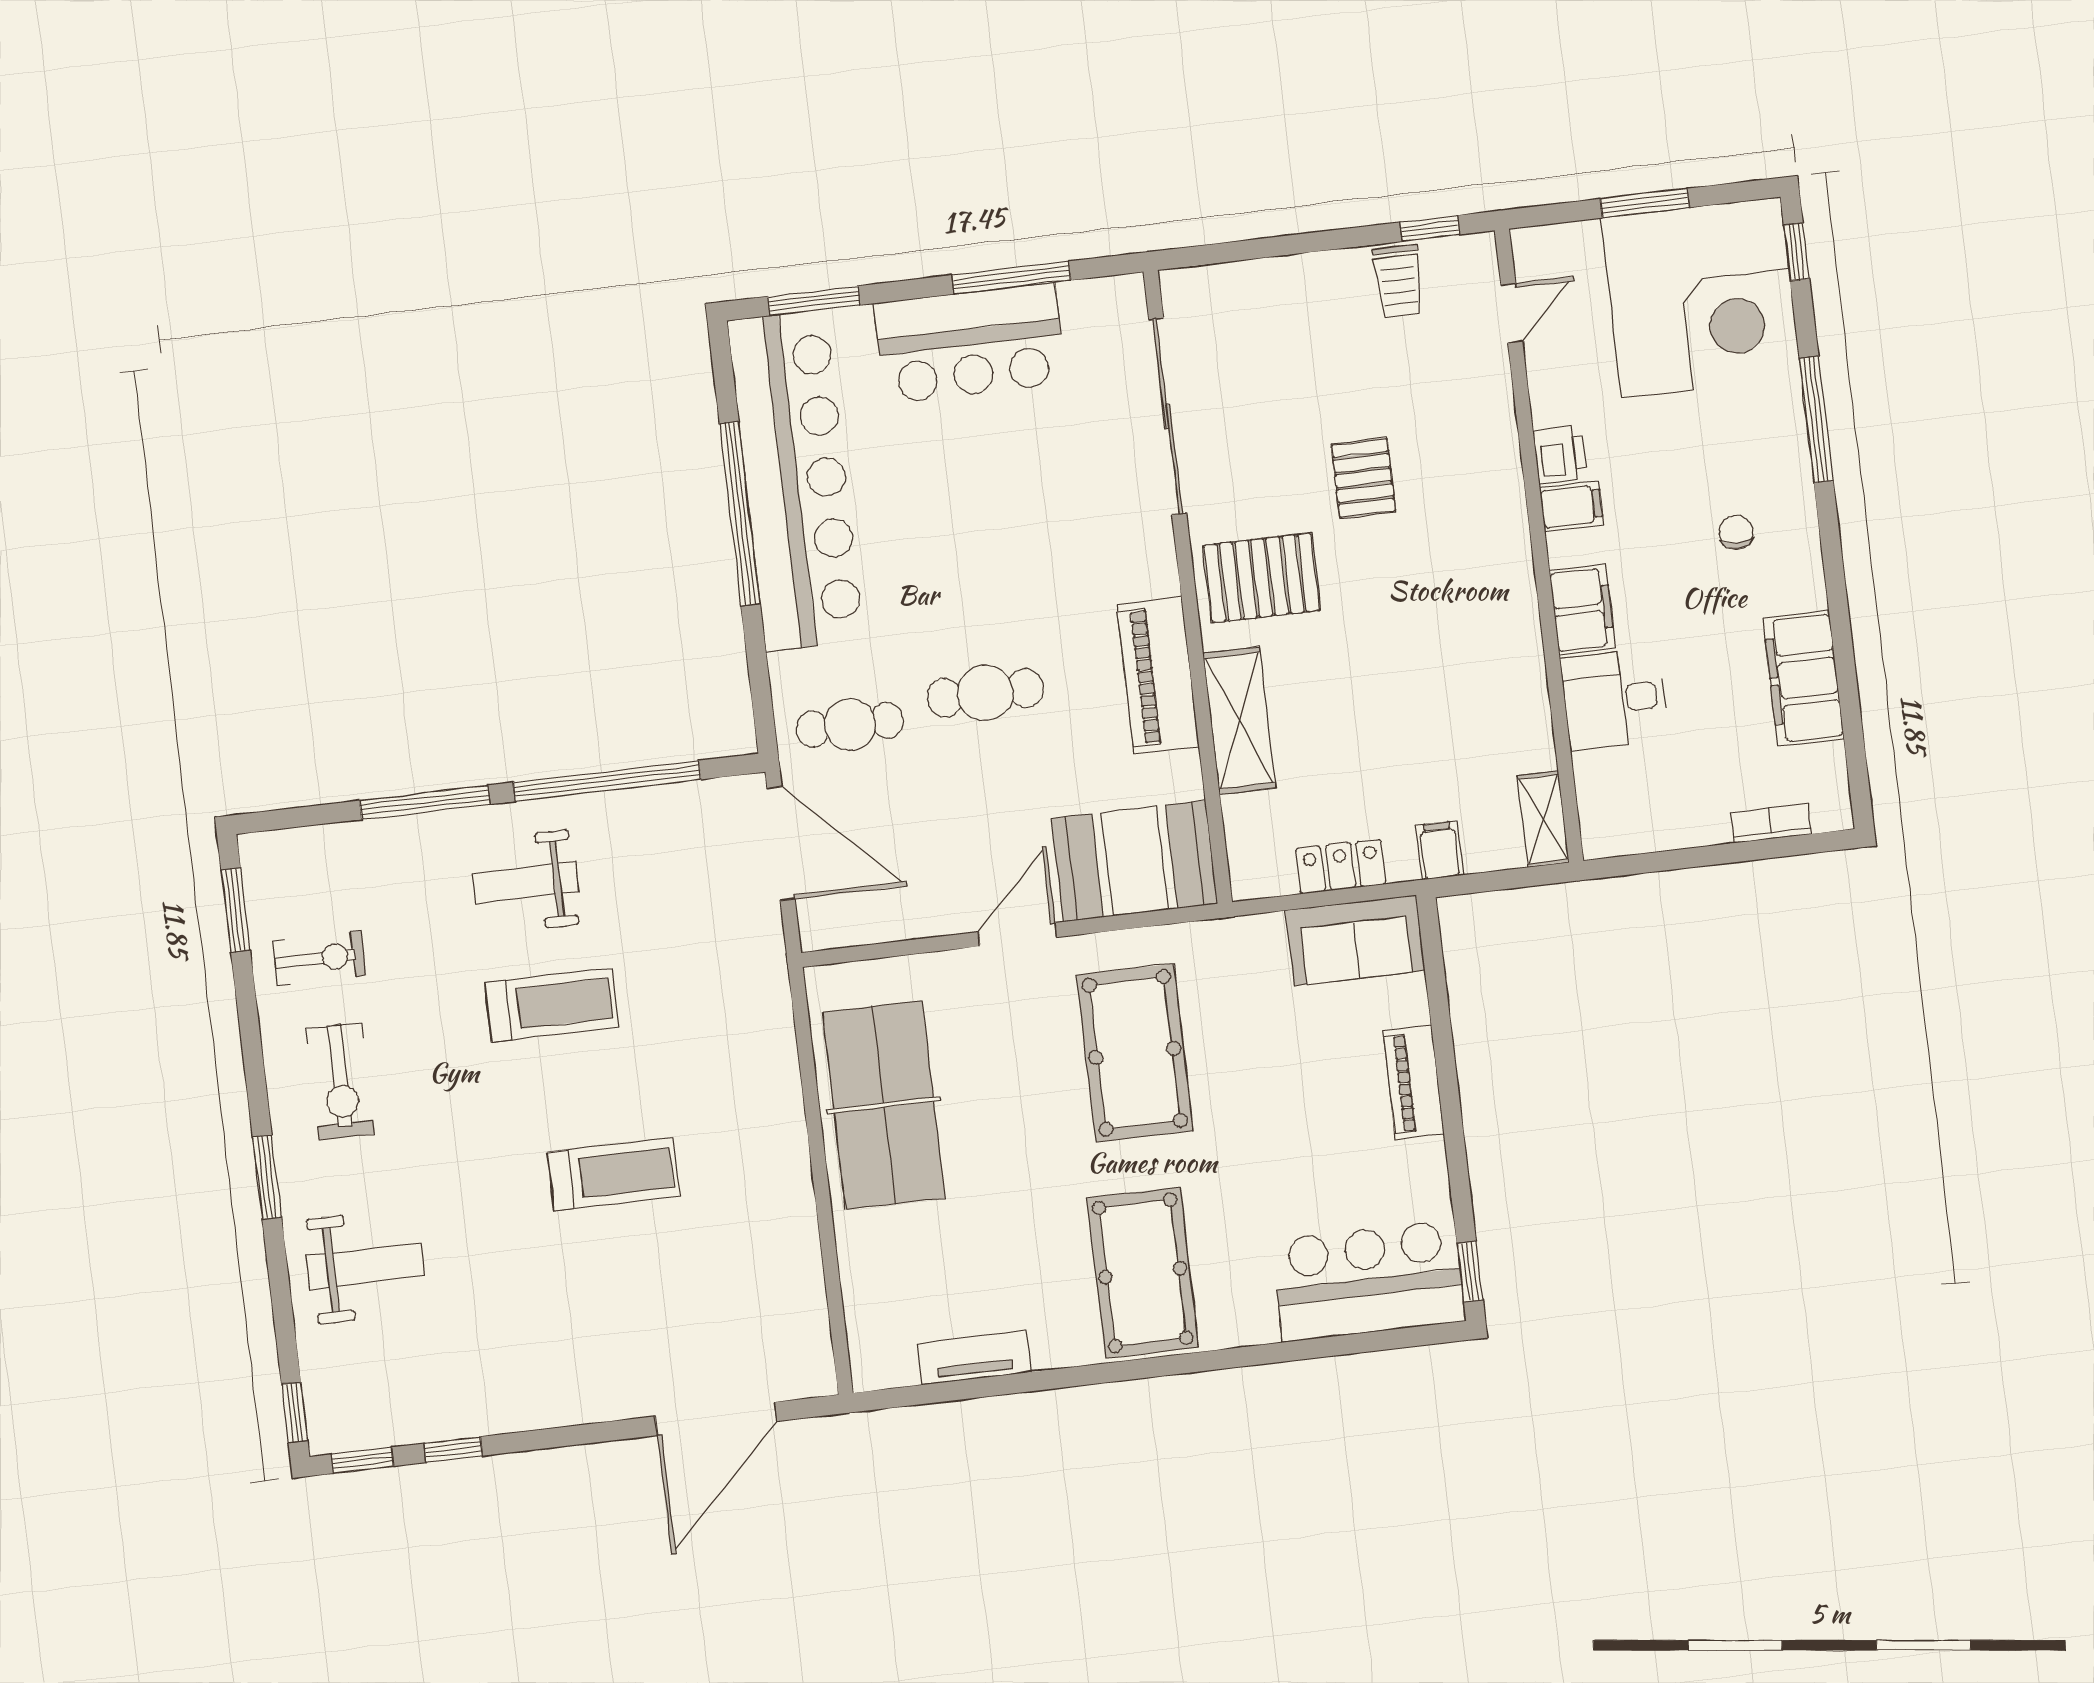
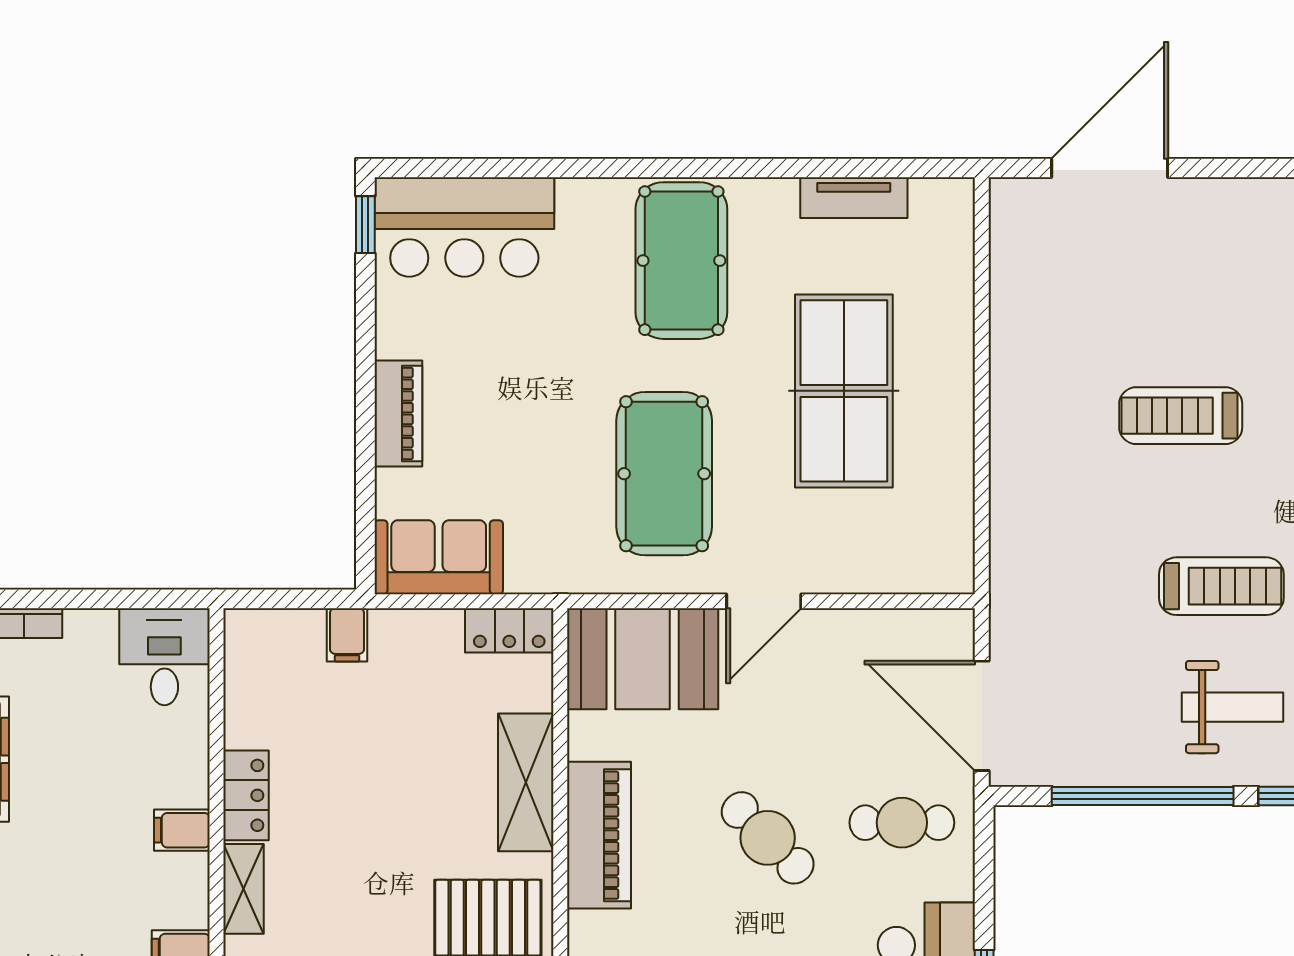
chair: (1736, 532) -> (25, 908), removed
filing cabinet: (1582, 609) -> (182, 830), width x0.50
locker: (1523, 674) -> (246, 795), added
cafe table: (985, 693) -> (768, 838), turned 45
desk: (1615, 699) -> (164, 657), moved, turned -90
shelving: (1543, 819) -> (243, 889), moved
locker: (1341, 866) -> (509, 630), moved
treadmill: (552, 1005) -> (1221, 586), turned 180
table tennis table: (884, 1105) -> (844, 391), moved

